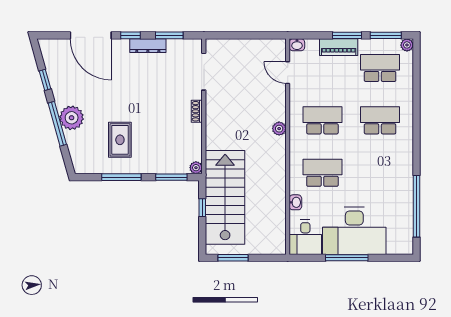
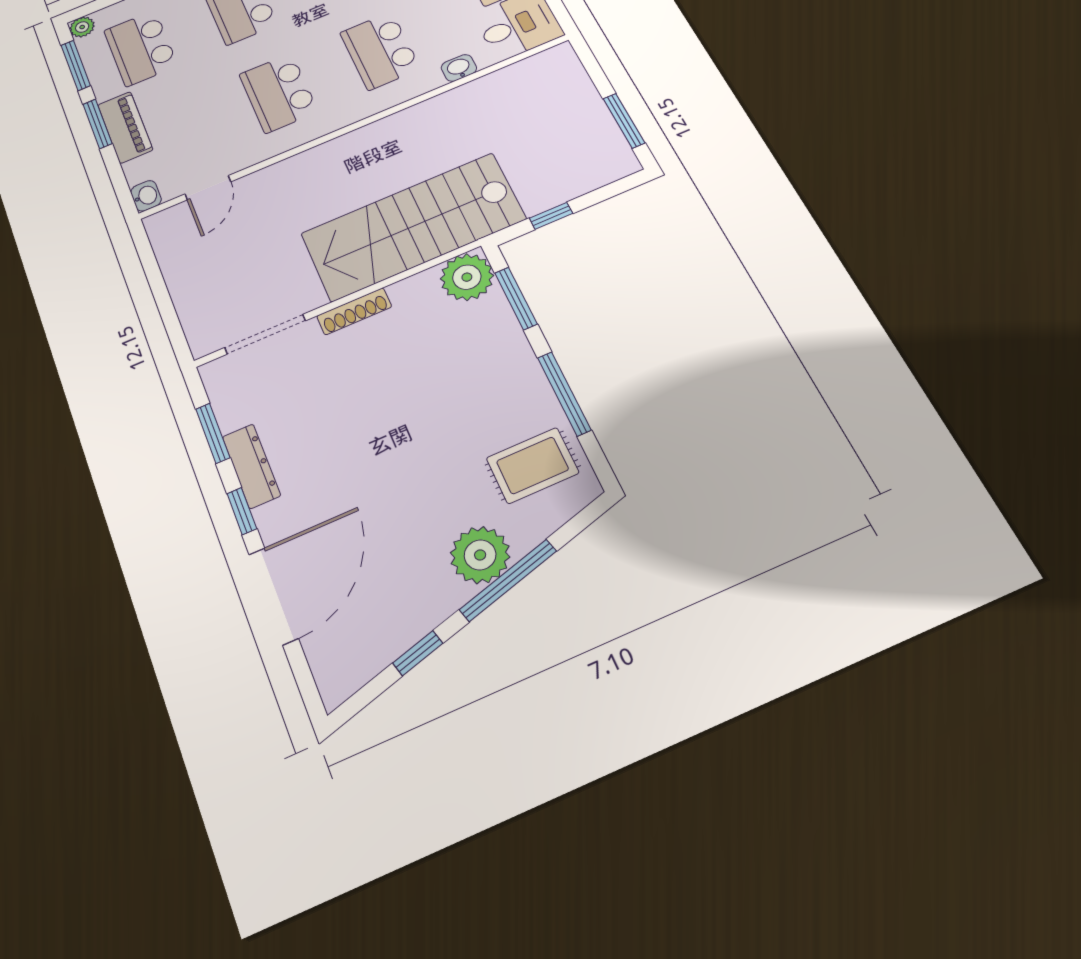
shoe rack: (197, 111) -> (354, 311), width x1.43
plant: (279, 129) -> (326, 155), removed
rug: (120, 140) -> (532, 465), moved
plant: (196, 168) -> (467, 277), width x1.87, depth x1.87
stairs: (225, 197) -> (413, 226), moved

